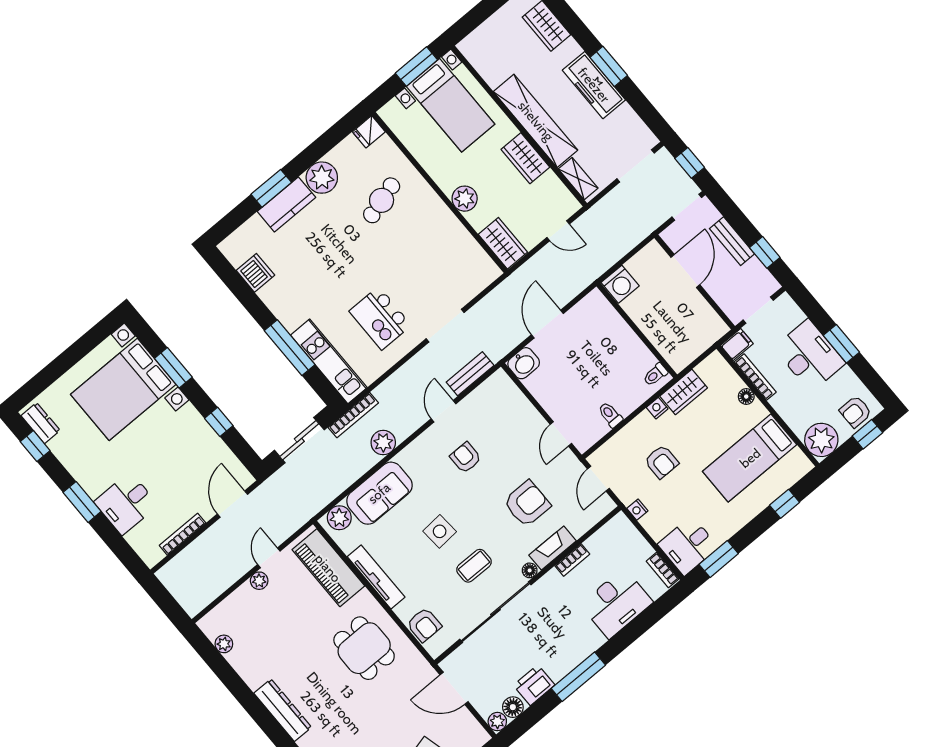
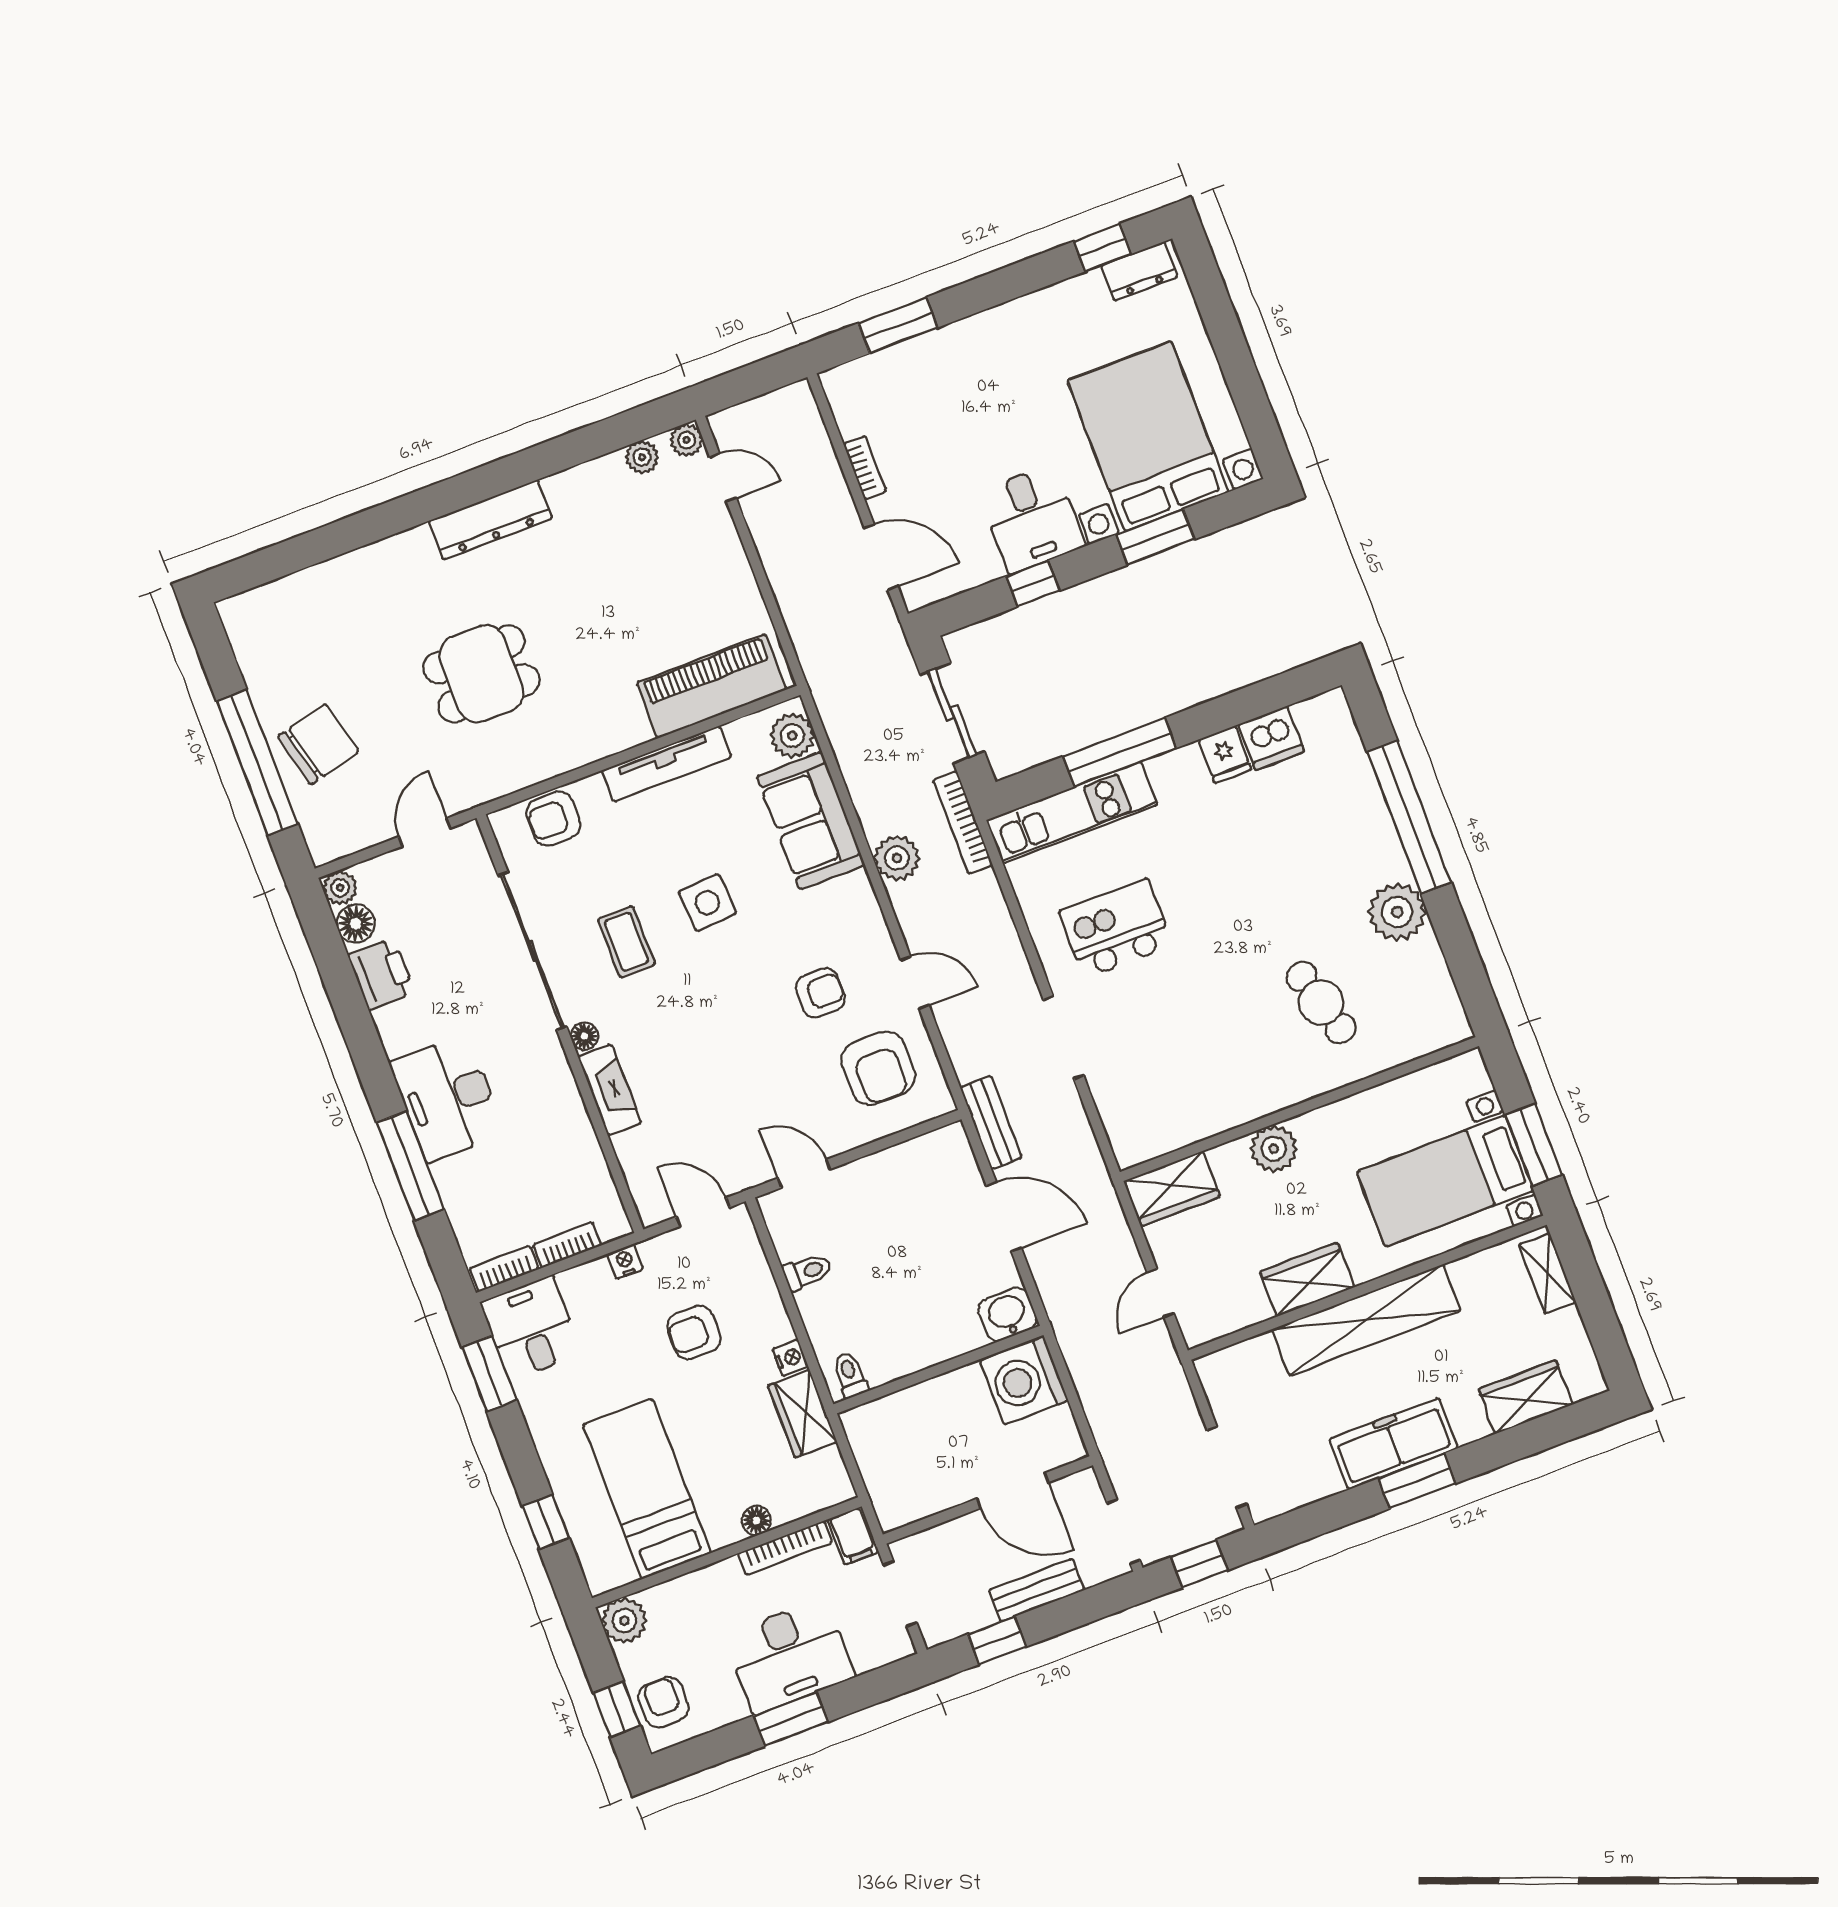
fridge: (369, 132) -> (1225, 754), moved, turned 180
shelving: (578, 179) -> (1547, 1273), moved, turned 90
window: (271, 188) -> (1409, 817), width x2.11
kitchen counter: (286, 204) -> (1372, 834), removed
washing machine: (620, 284) -> (1024, 1380), width x1.37, depth x1.37
washbasin: (524, 363) -> (1007, 1314), moved, turned 90
bench: (470, 374) -> (991, 1122), moved
plant: (821, 440) -> (624, 1620), width x0.73, depth x0.73
window: (82, 502) -> (898, 325), moved
desk: (126, 503) -> (1032, 519), moved, turned 180
armchair: (527, 504) -> (878, 1068), moved
bookcase: (183, 534) -> (865, 467), width x0.64
door: (269, 558) -> (723, 477), moved
bookcase: (572, 560) -> (567, 1245), moved, turned 90
plant: (259, 581) -> (686, 440), moved
desk: (616, 603) -> (448, 1098), moved
dining table: (364, 648) -> (481, 674), moved
window: (578, 677) -> (410, 1166), moved
door: (454, 688) -> (424, 832), width x0.73

